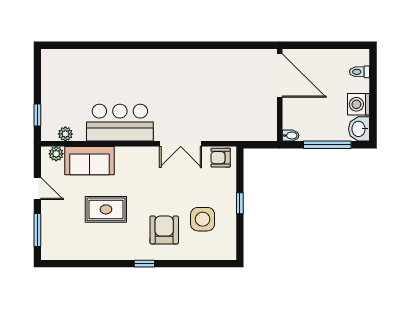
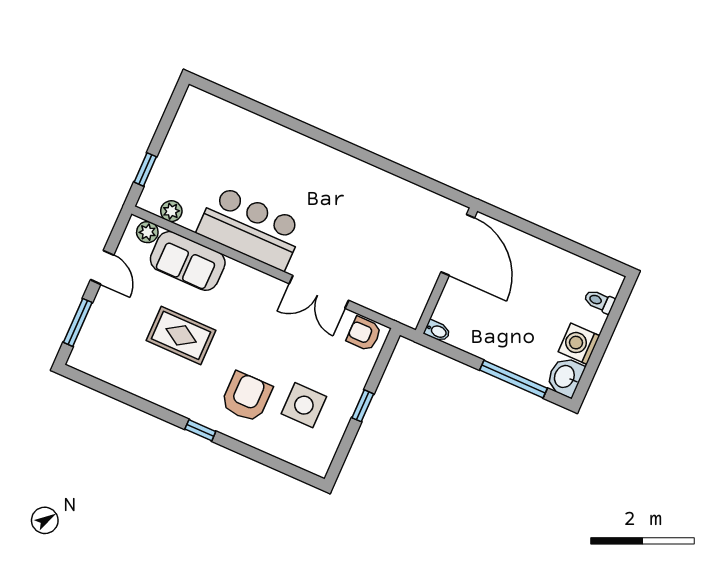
door: (280, 76) -> (458, 245), moved
wall: (280, 95) -> (446, 271), moved
bidet: (291, 136) -> (437, 331), moved

